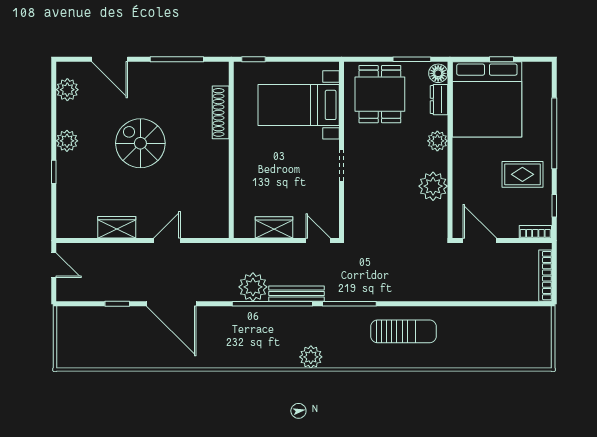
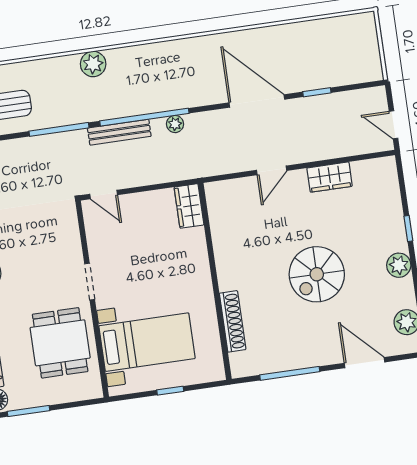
window: (254, 59) -> (170, 391), moved
dining table: (380, 94) -> (60, 343), moved
spiral stairs: (140, 143) -> (317, 274), turned 90
wardrobe: (274, 227) -> (189, 206), moved, turned 90
plant: (253, 287) -> (175, 124), width x0.53, depth x0.53

